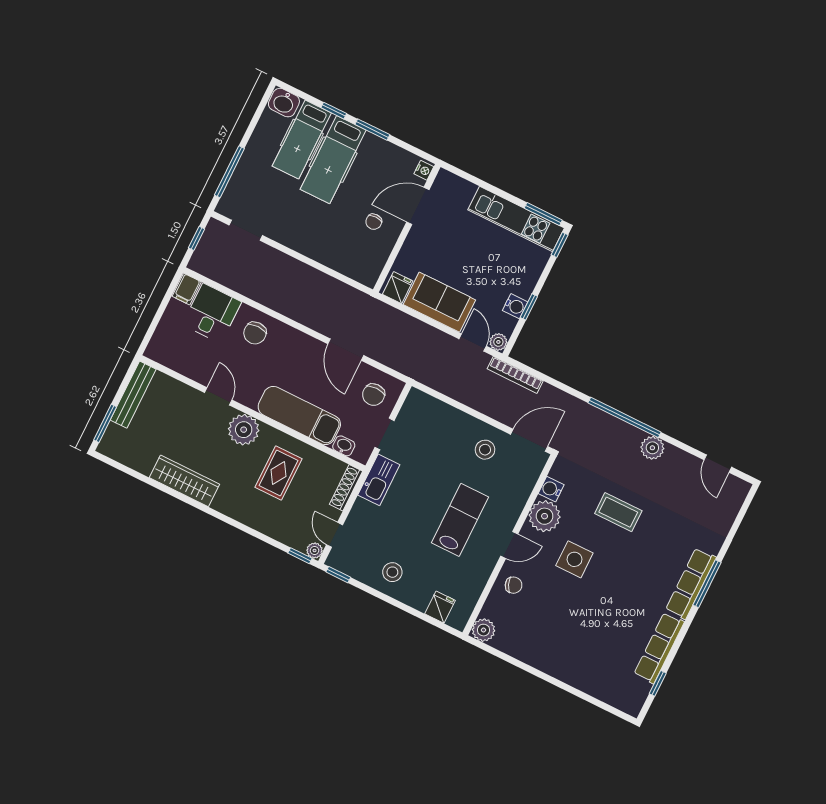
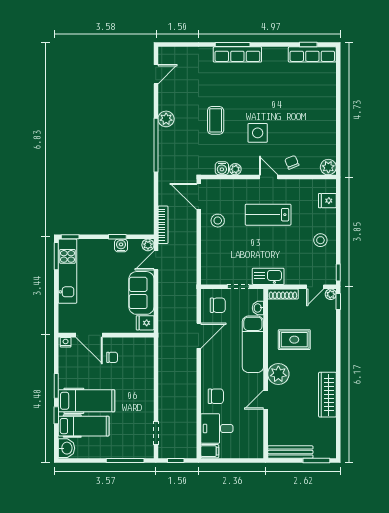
plant: (545, 516) -> (235, 169), width x0.53, depth x0.53
row of seats: (659, 648) -> (312, 54), moved

